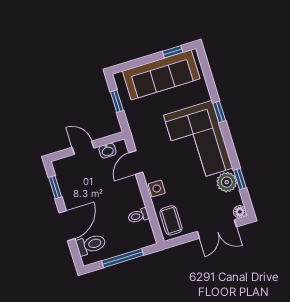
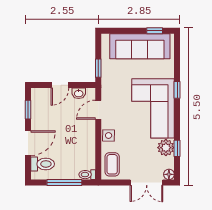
window: (117, 101) -> (98, 68), moved
door: (83, 148) -> (60, 85), swing flipped
toilet: (138, 216) -> (87, 175), moved

